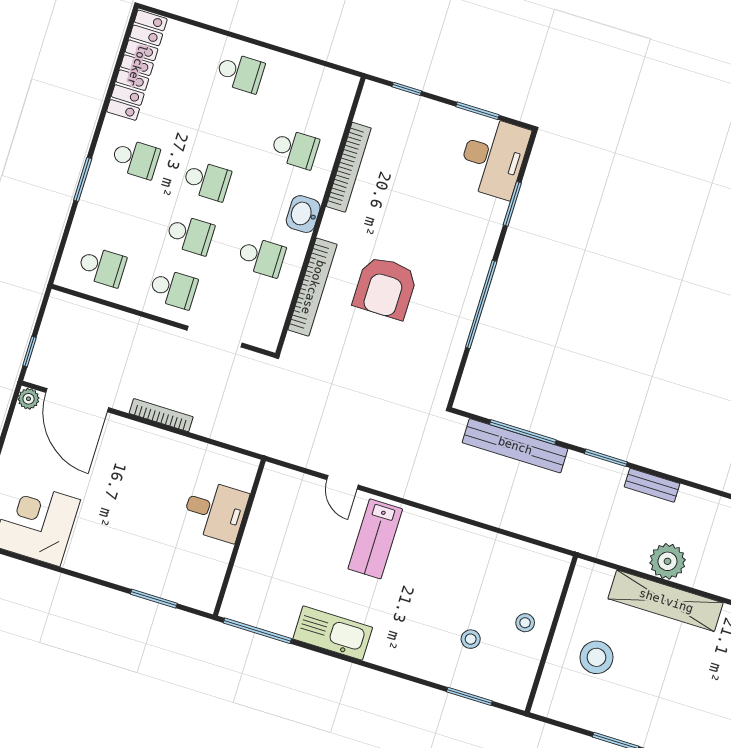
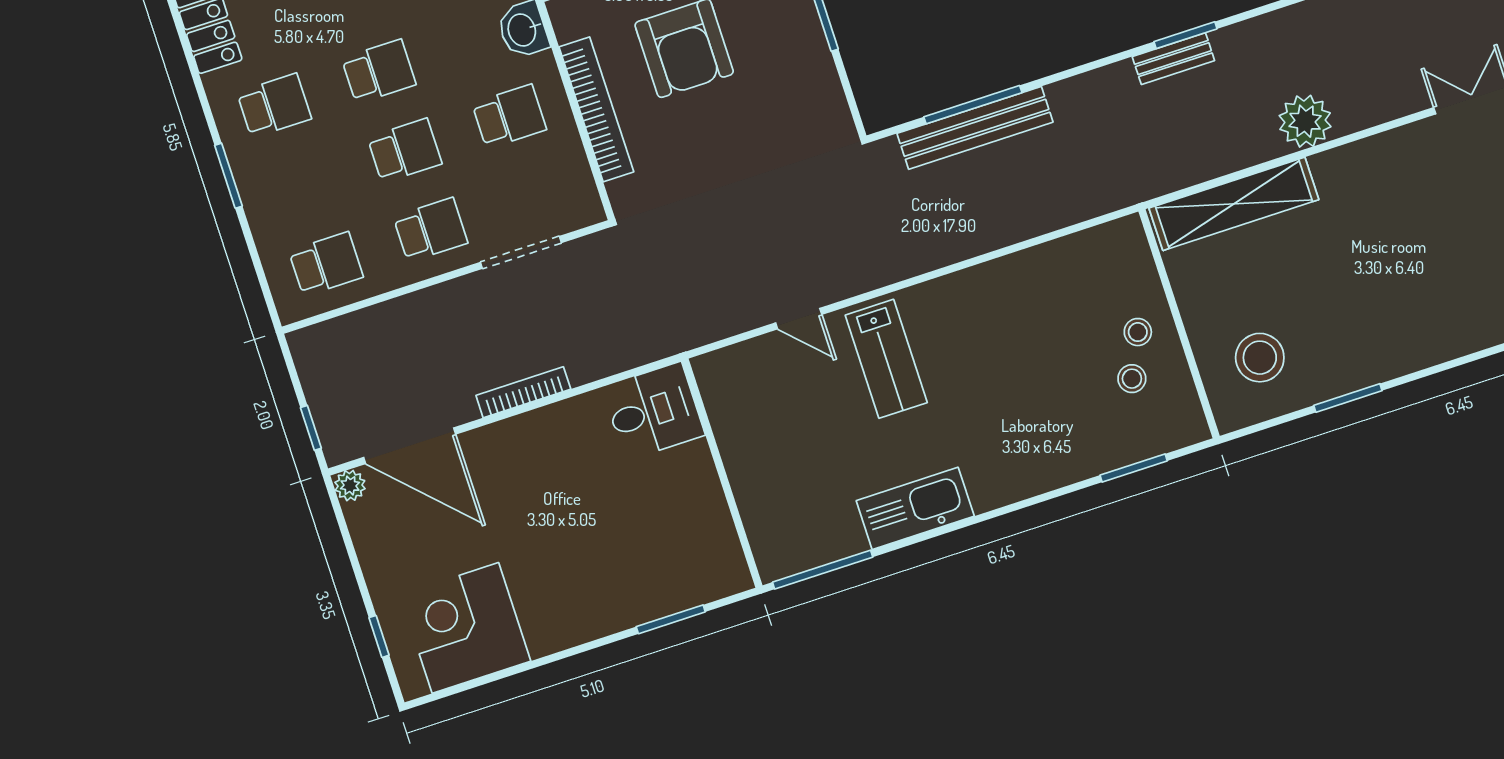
window: (606, 458) -> (1185, 35), moved
desk: (215, 511) -> (653, 411), moved
plant: (667, 561) -> (1305, 121), moved
shelving: (666, 601) -> (1234, 204), moved
stool: (471, 639) -> (1132, 379), moved
stool: (596, 657) -> (1260, 358), moved

